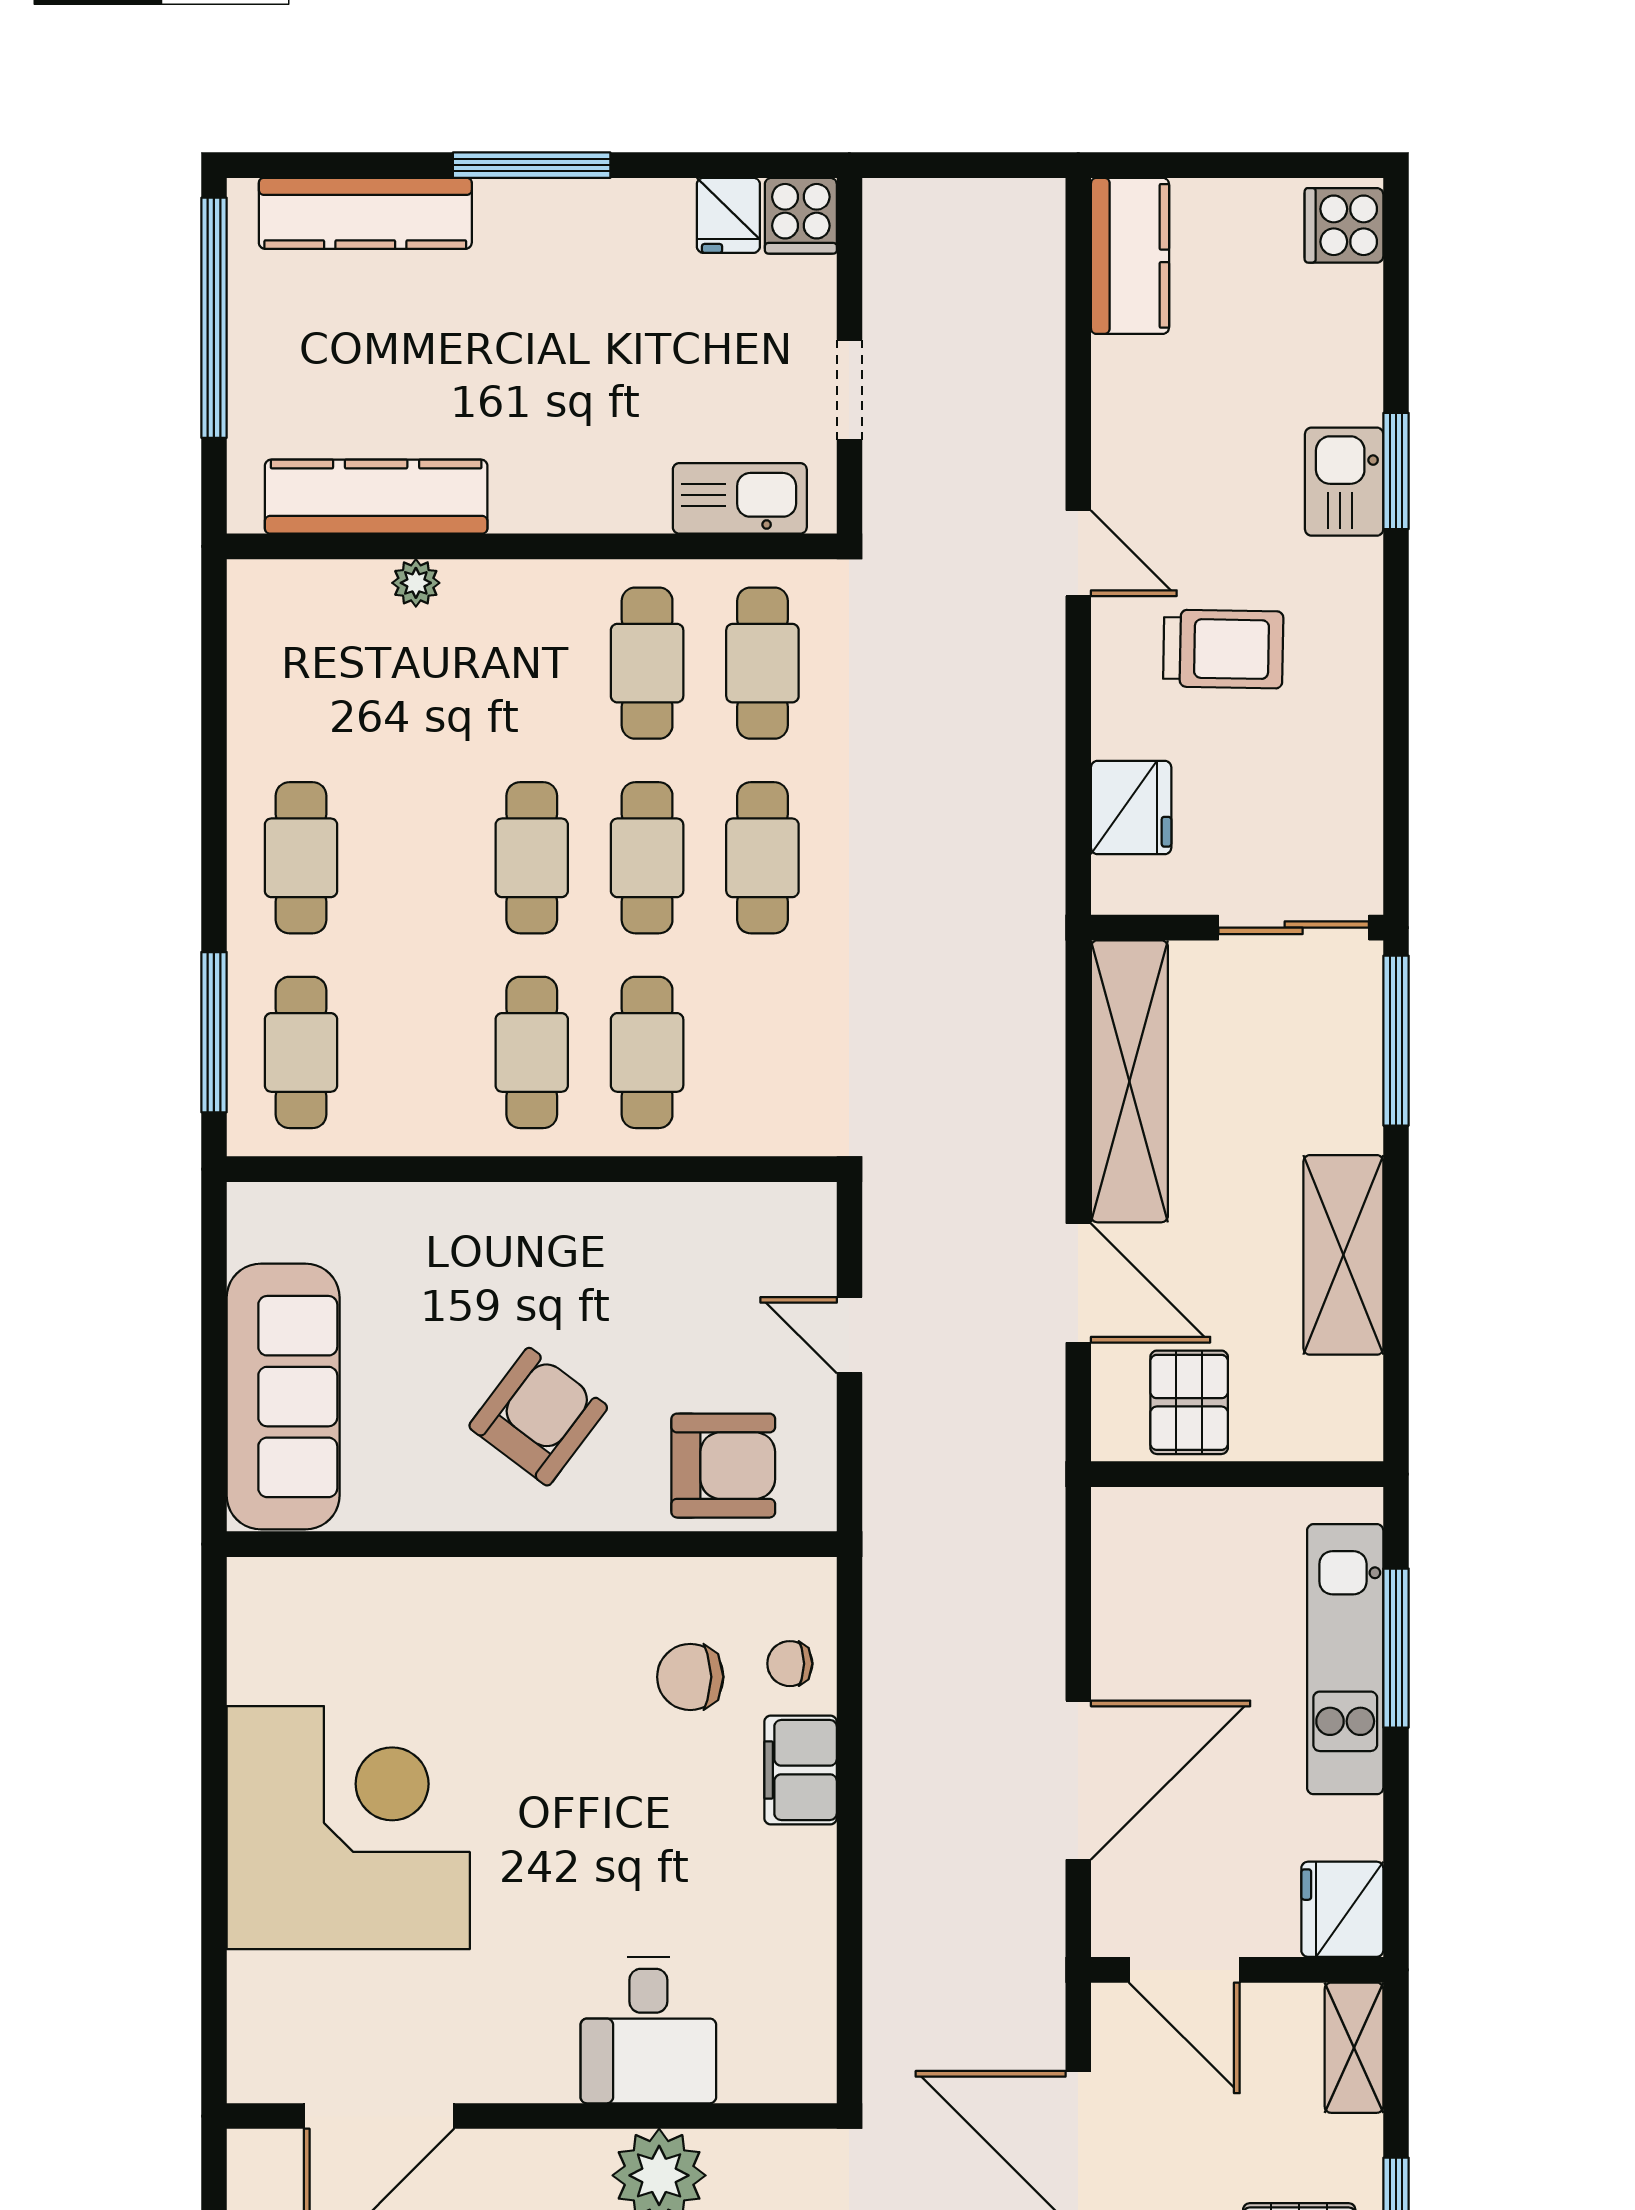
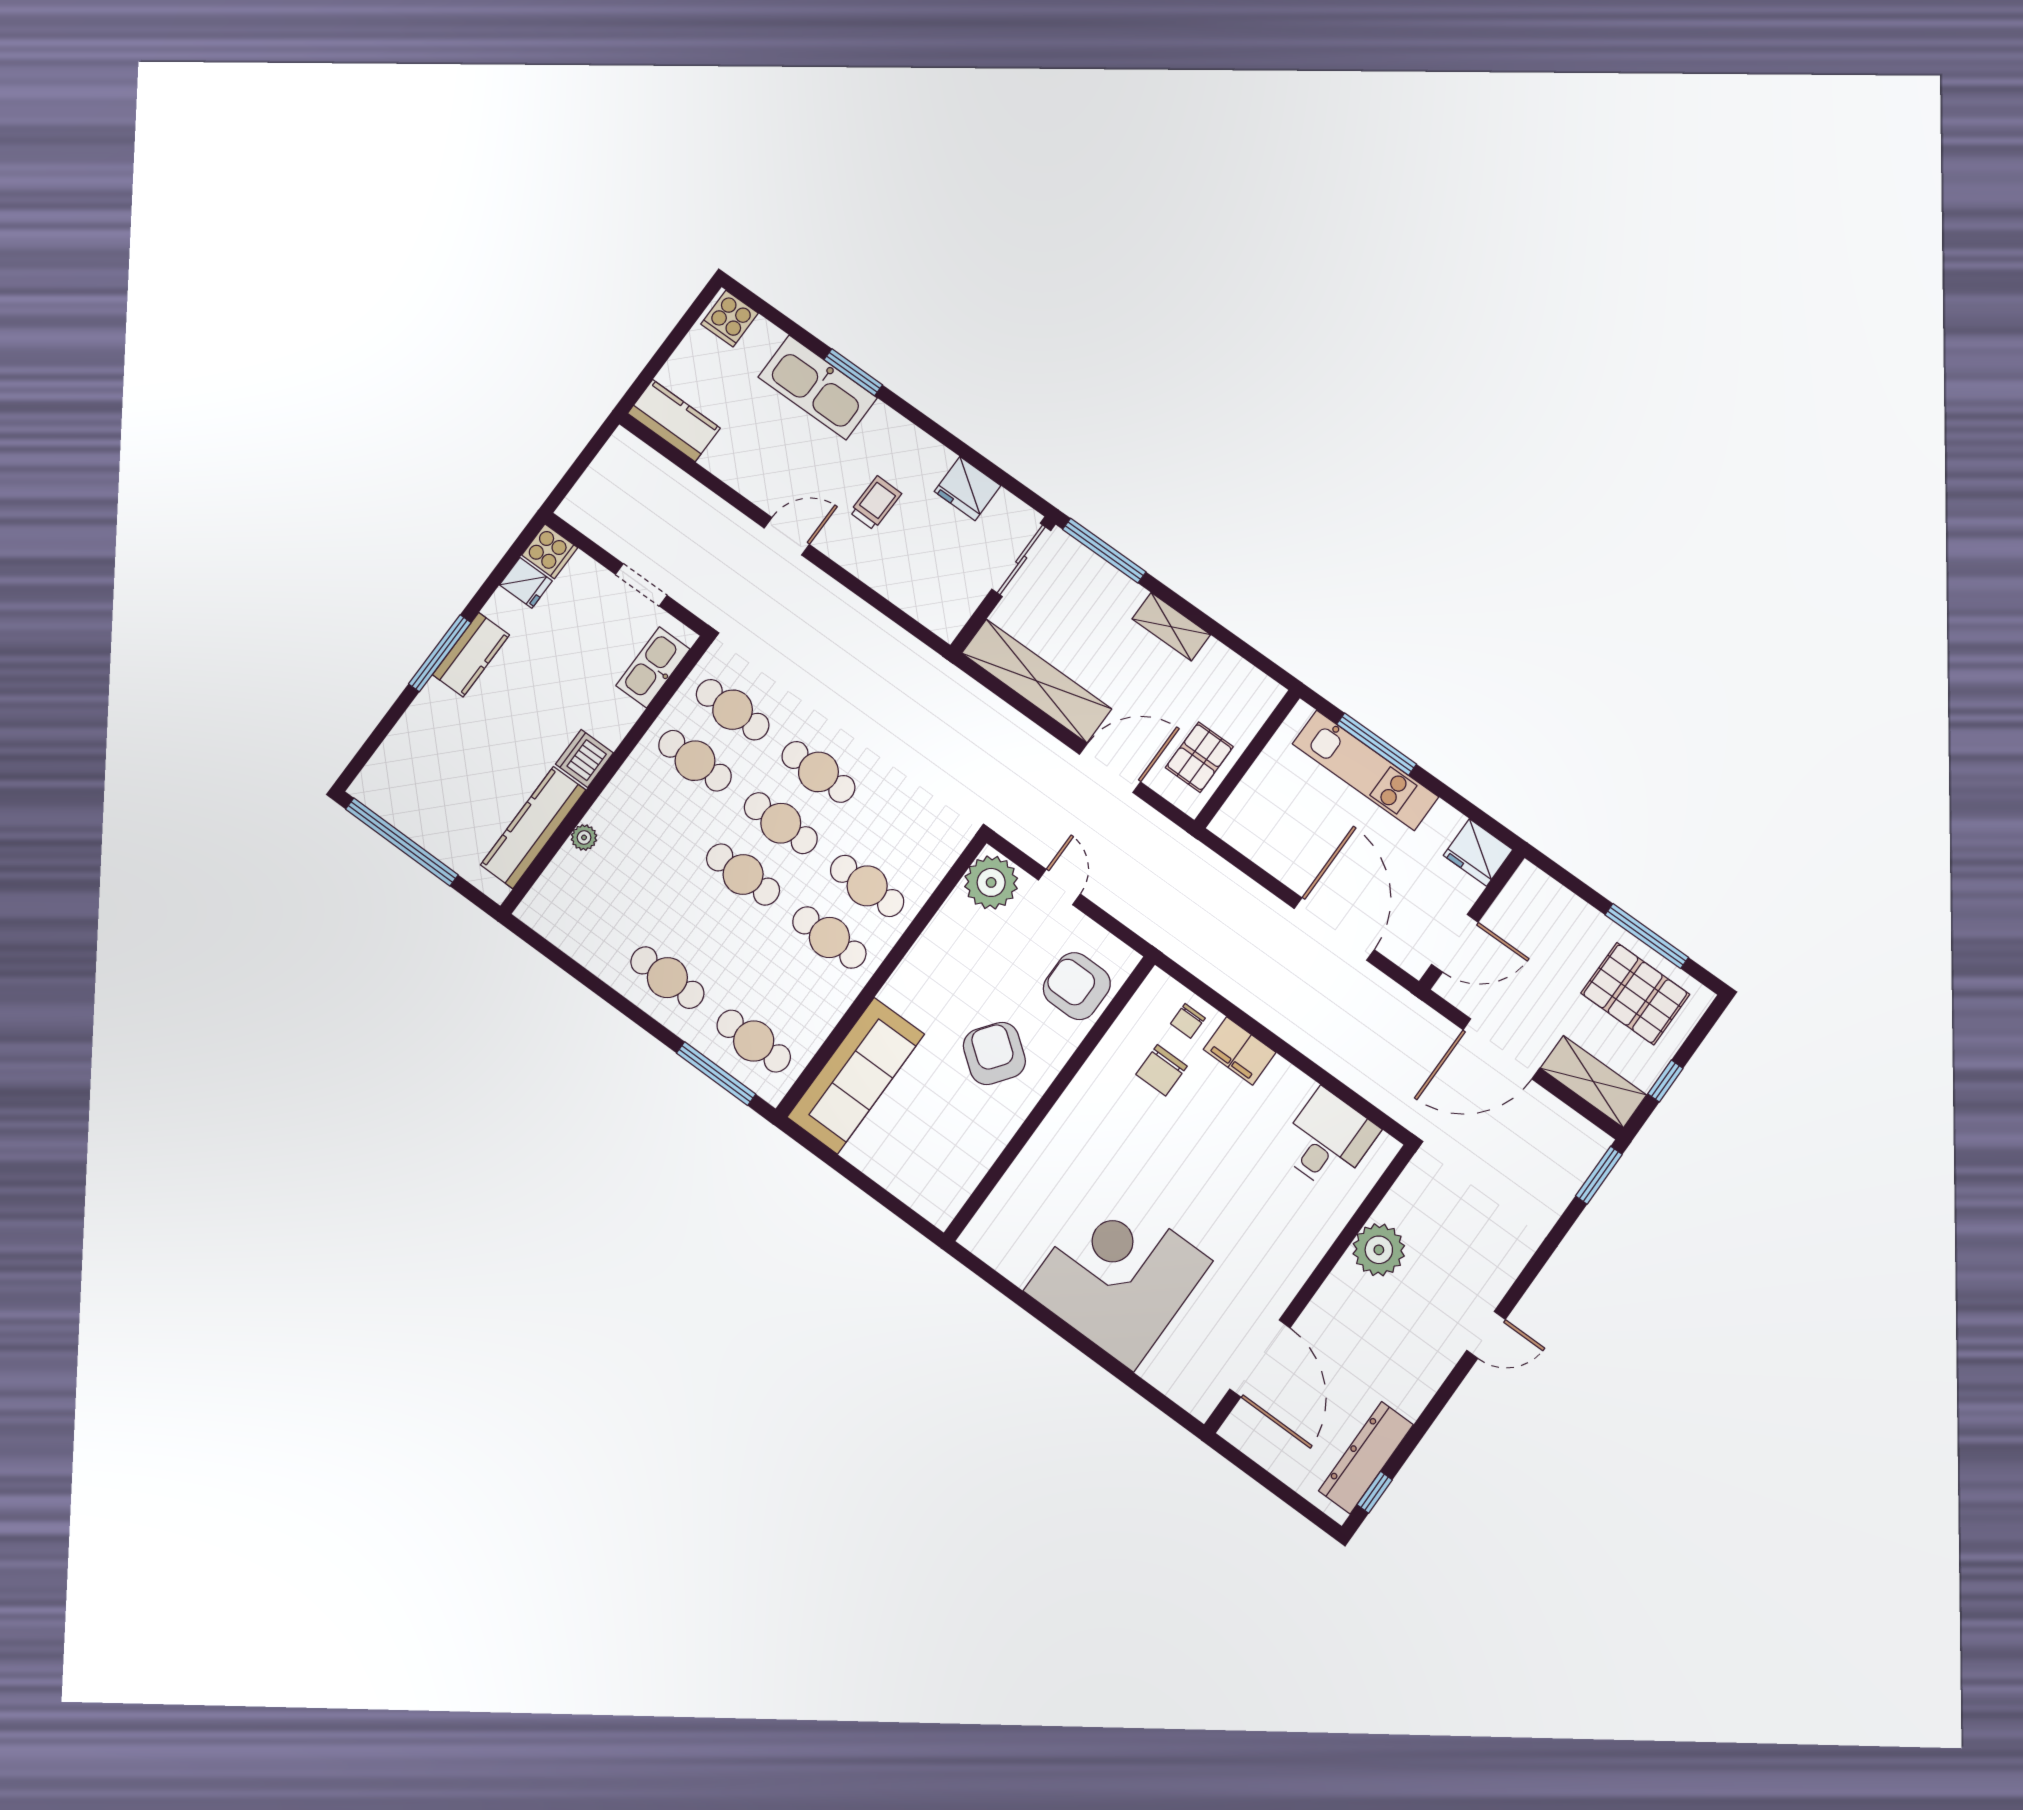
kitchen counter: (365, 213) -> (471, 655), moved, width x0.67
kitchen sink: (1344, 482) -> (818, 387), width x1.88, depth x1.24
dishwasher: (532, 497) -> (584, 758), added
trolley: (1223, 649) -> (876, 503), width x0.73, depth x0.72
fridge: (1131, 807) -> (967, 489), moved, turned 180
plant: (784, 1231) -> (991, 882), added
shelving: (1343, 1255) -> (1171, 627), width x0.67, depth x0.75
door: (849, 1335) -> (1059, 887), swing flipped
sofa: (283, 1397) -> (856, 1076), moved, turned 90
pallet: (1189, 1402) -> (1199, 757), turned 90
armchair: (723, 1466) -> (1077, 986), turned -90
desk: (648, 2030) -> (1328, 1140), moved, turned -90
shelving: (1354, 2048) -> (1545, 892), removed

